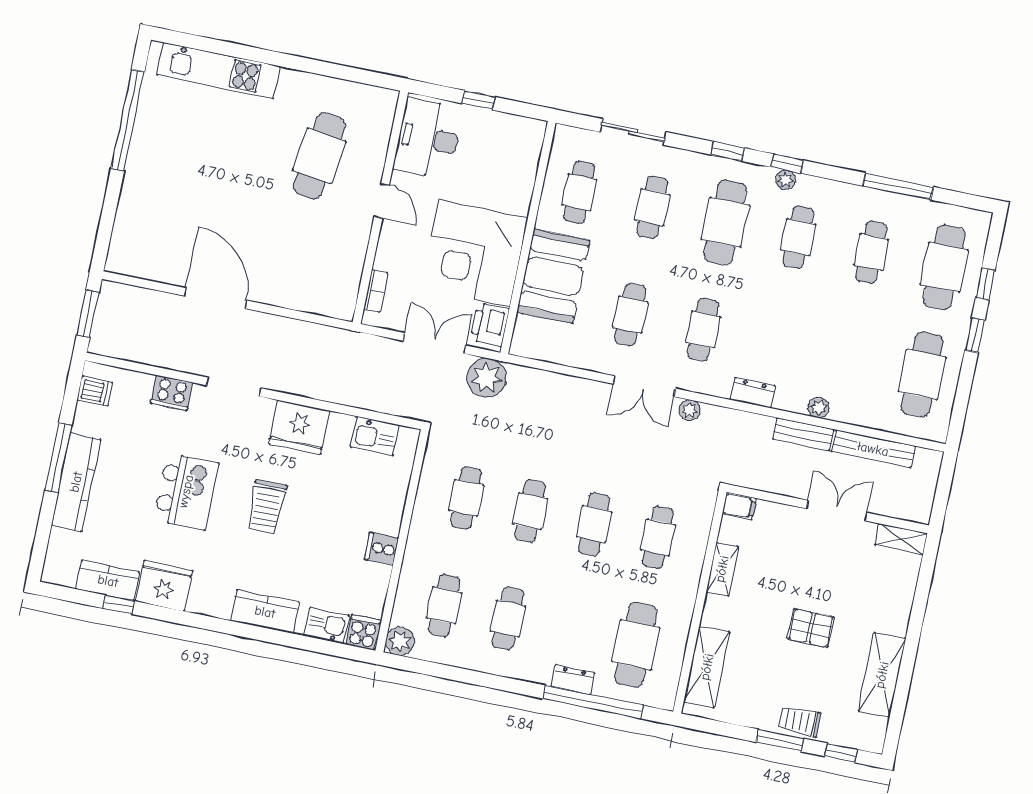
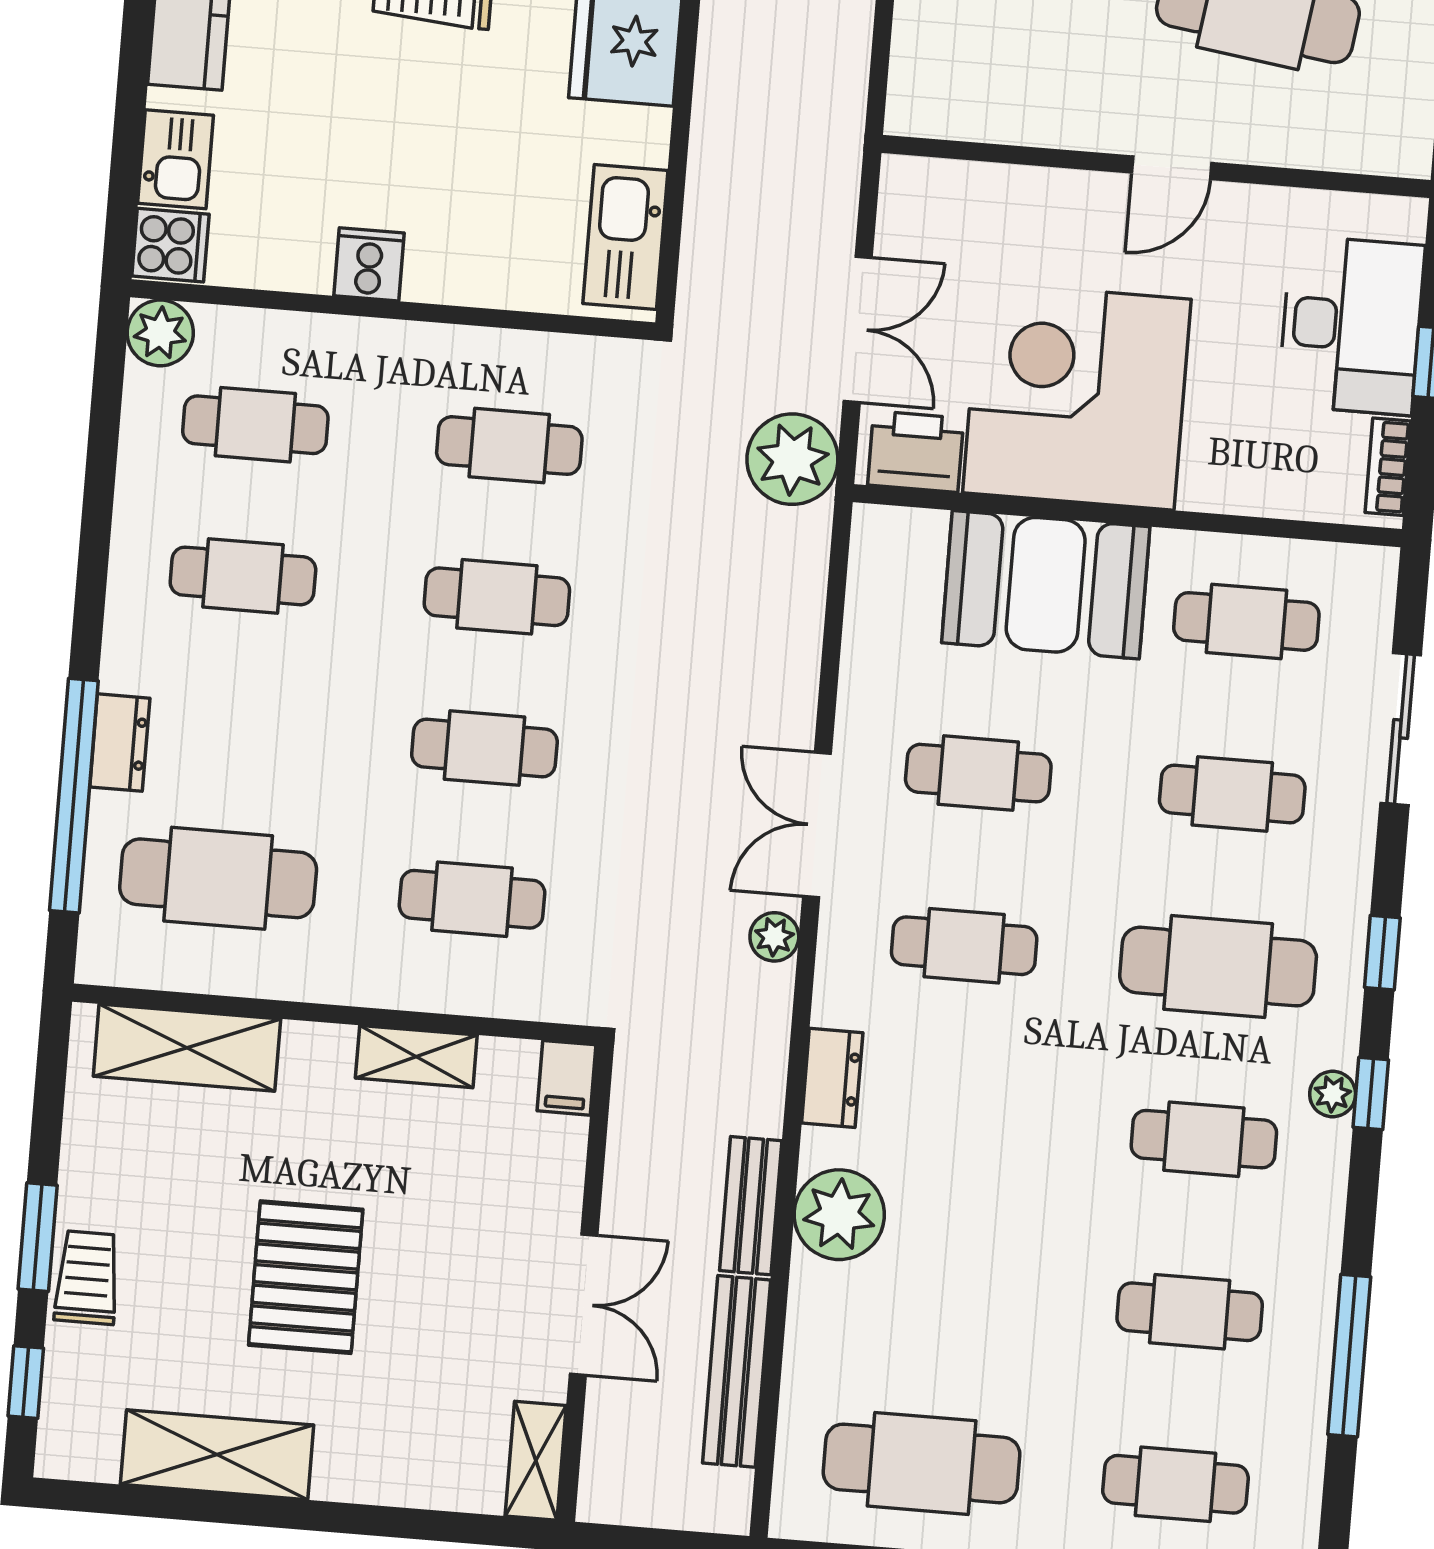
desk: (428, 139) -> (1351, 325), moved, turned 90
cafe table: (944, 267) -> (1175, 1484), width x0.73, depth x0.74
bookcase: (376, 291) -> (1388, 467), moved, turned 90
plant: (819, 407) -> (839, 1215), width x1.88, depth x1.88
kitchen sink: (375, 436) -> (625, 237), width x1.38
pallet: (811, 628) -> (306, 1277), width x1.50, depth x1.42

